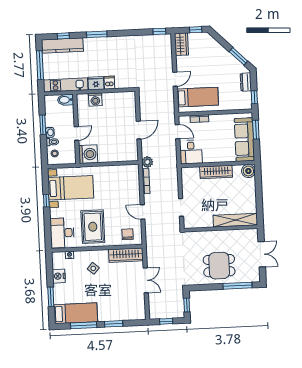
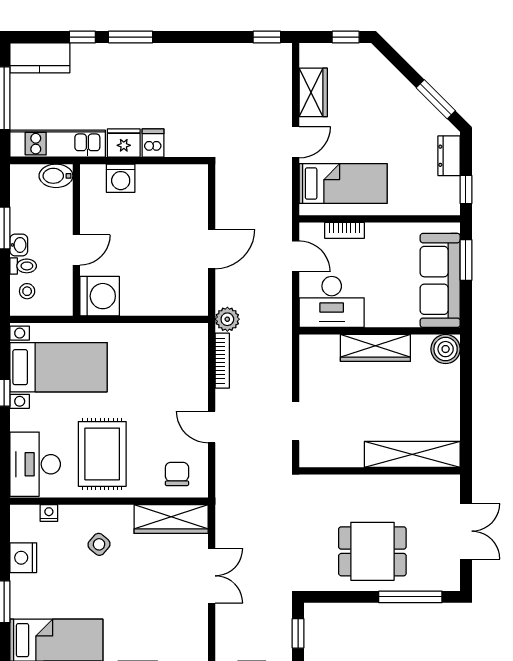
window: (63, 36) -> (82, 37), moved
wardrobe: (181, 44) -> (313, 92), moved
kitchen counter: (62, 46) -> (40, 58), width x0.67
desk: (191, 152) -> (332, 302), width x1.37

